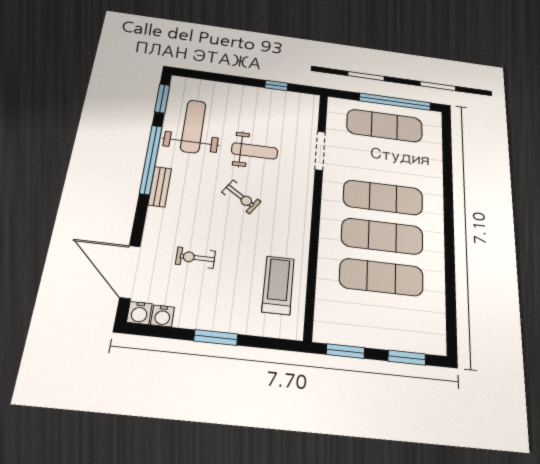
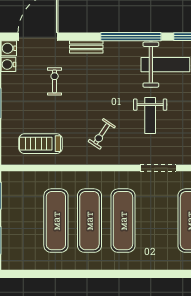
bench: (160, 187) -> (86, 47), moved
exercise bike: (241, 197) -> (102, 134), moved
treadmill: (278, 285) -> (41, 144), turned 180

